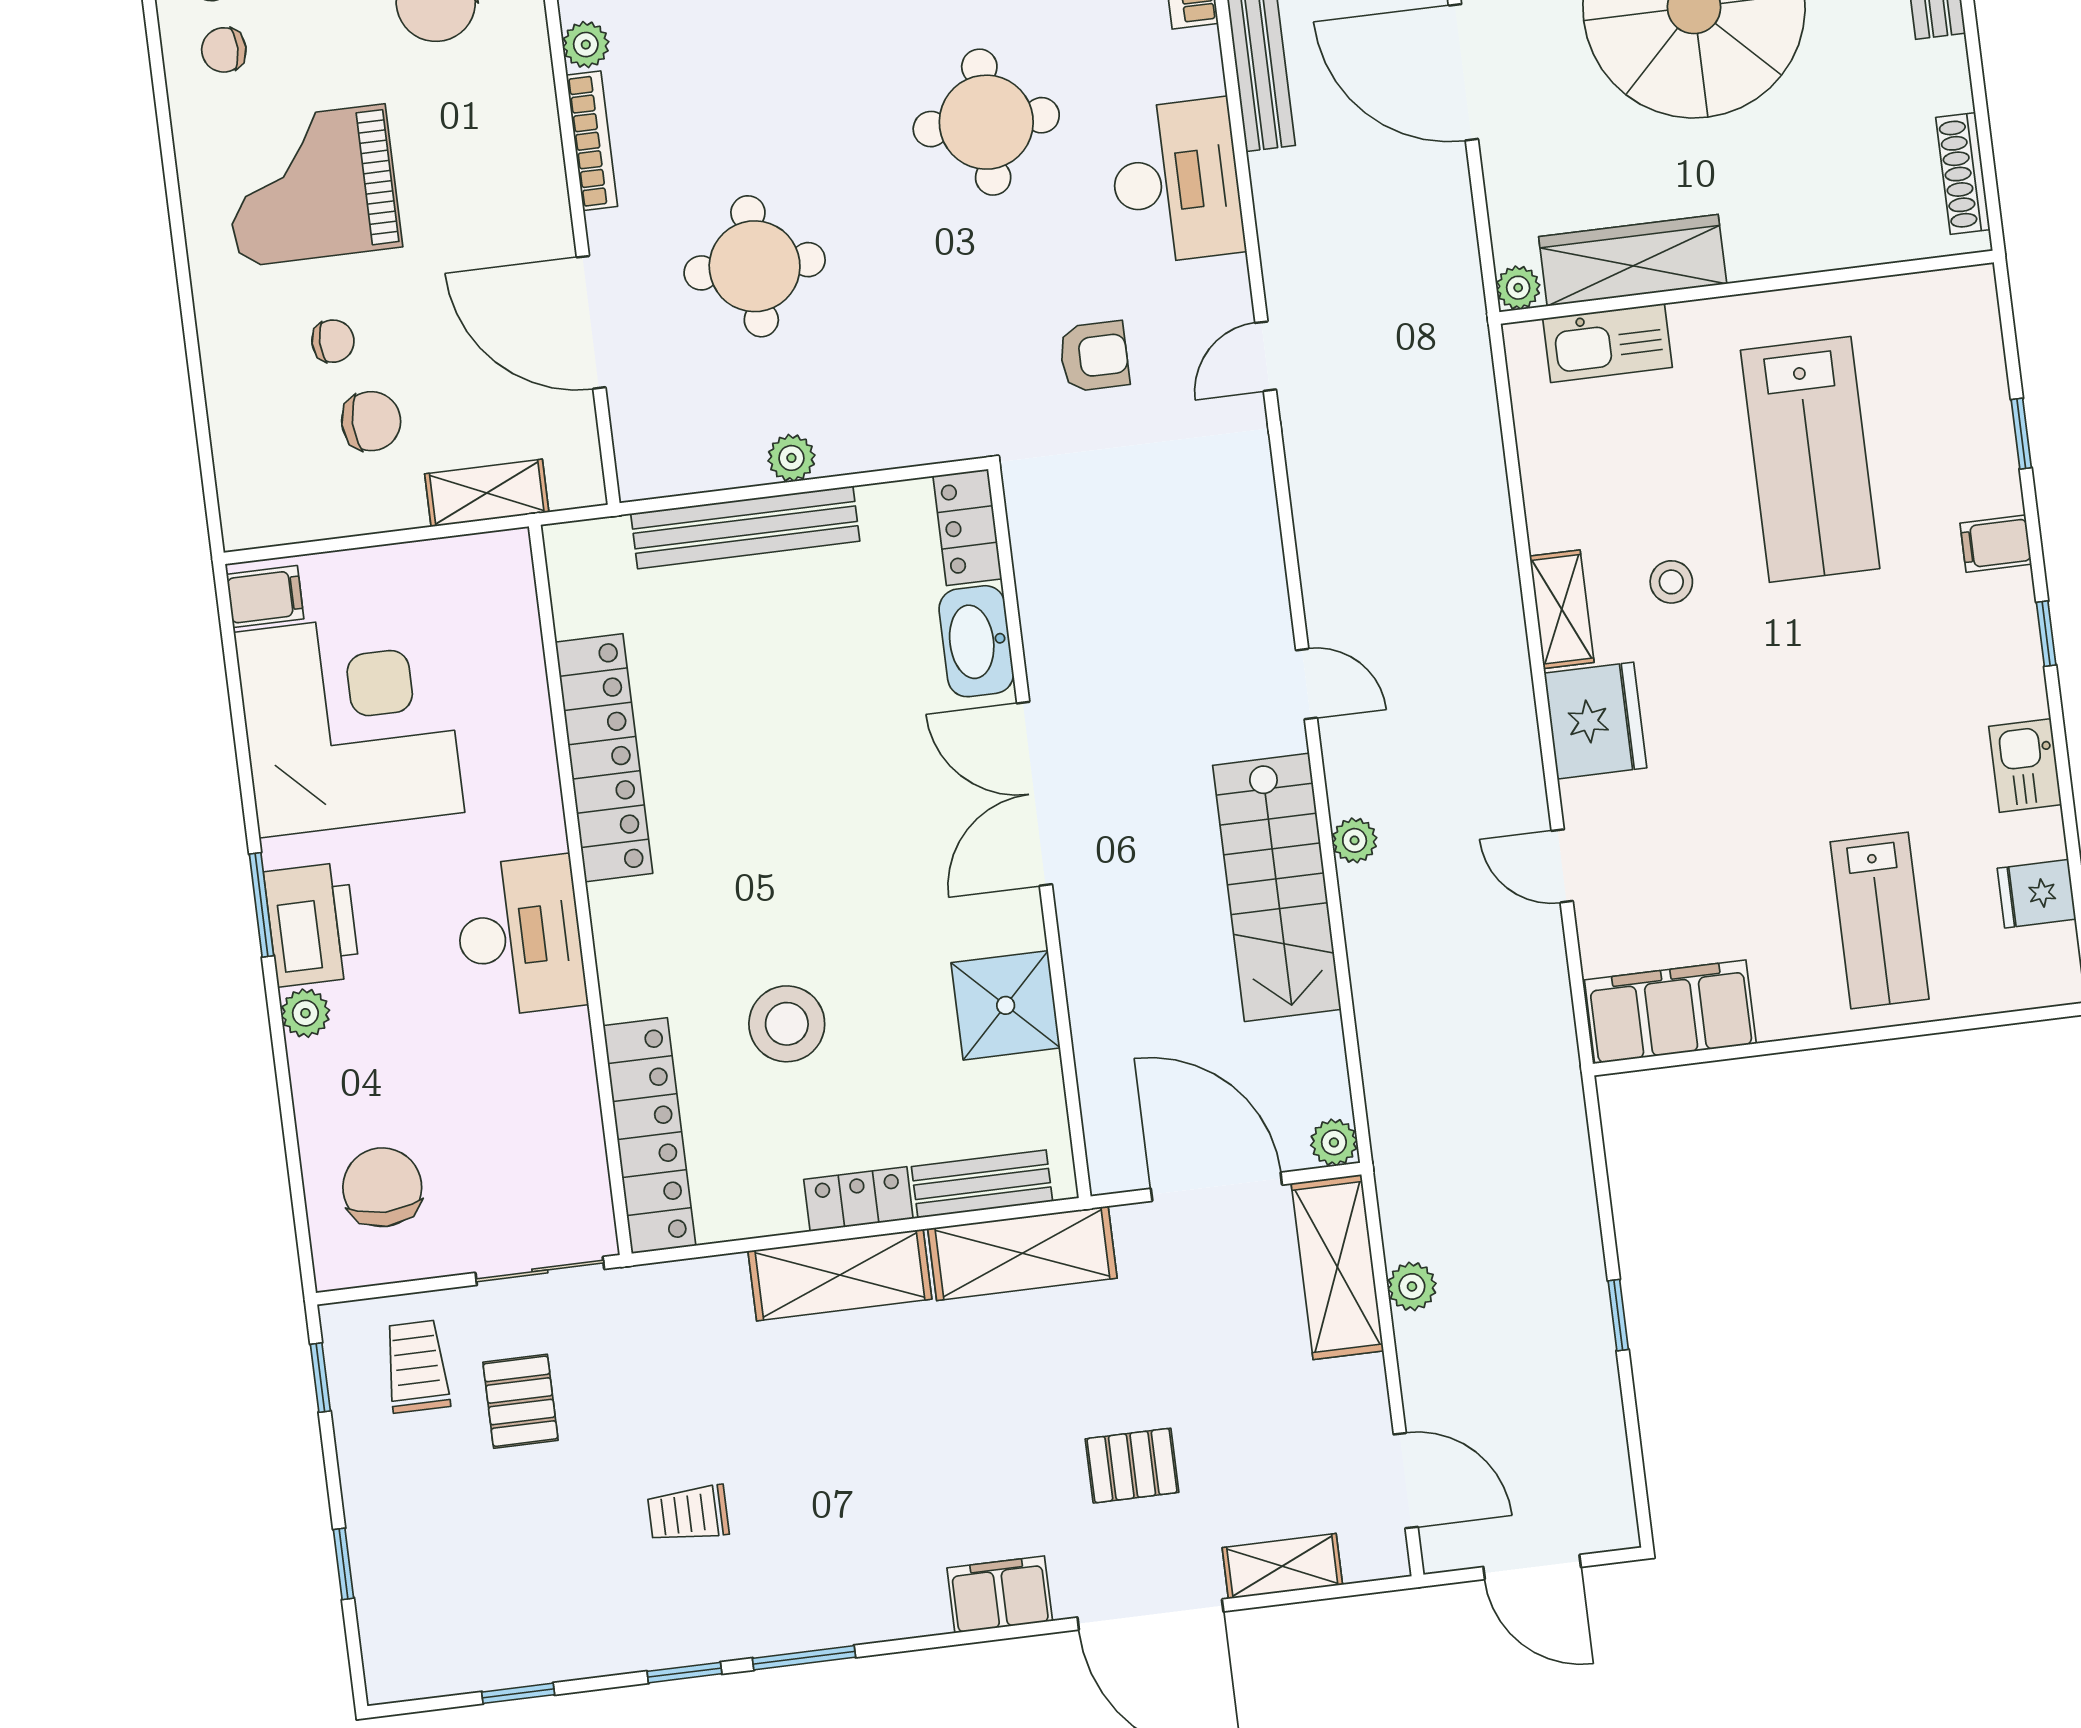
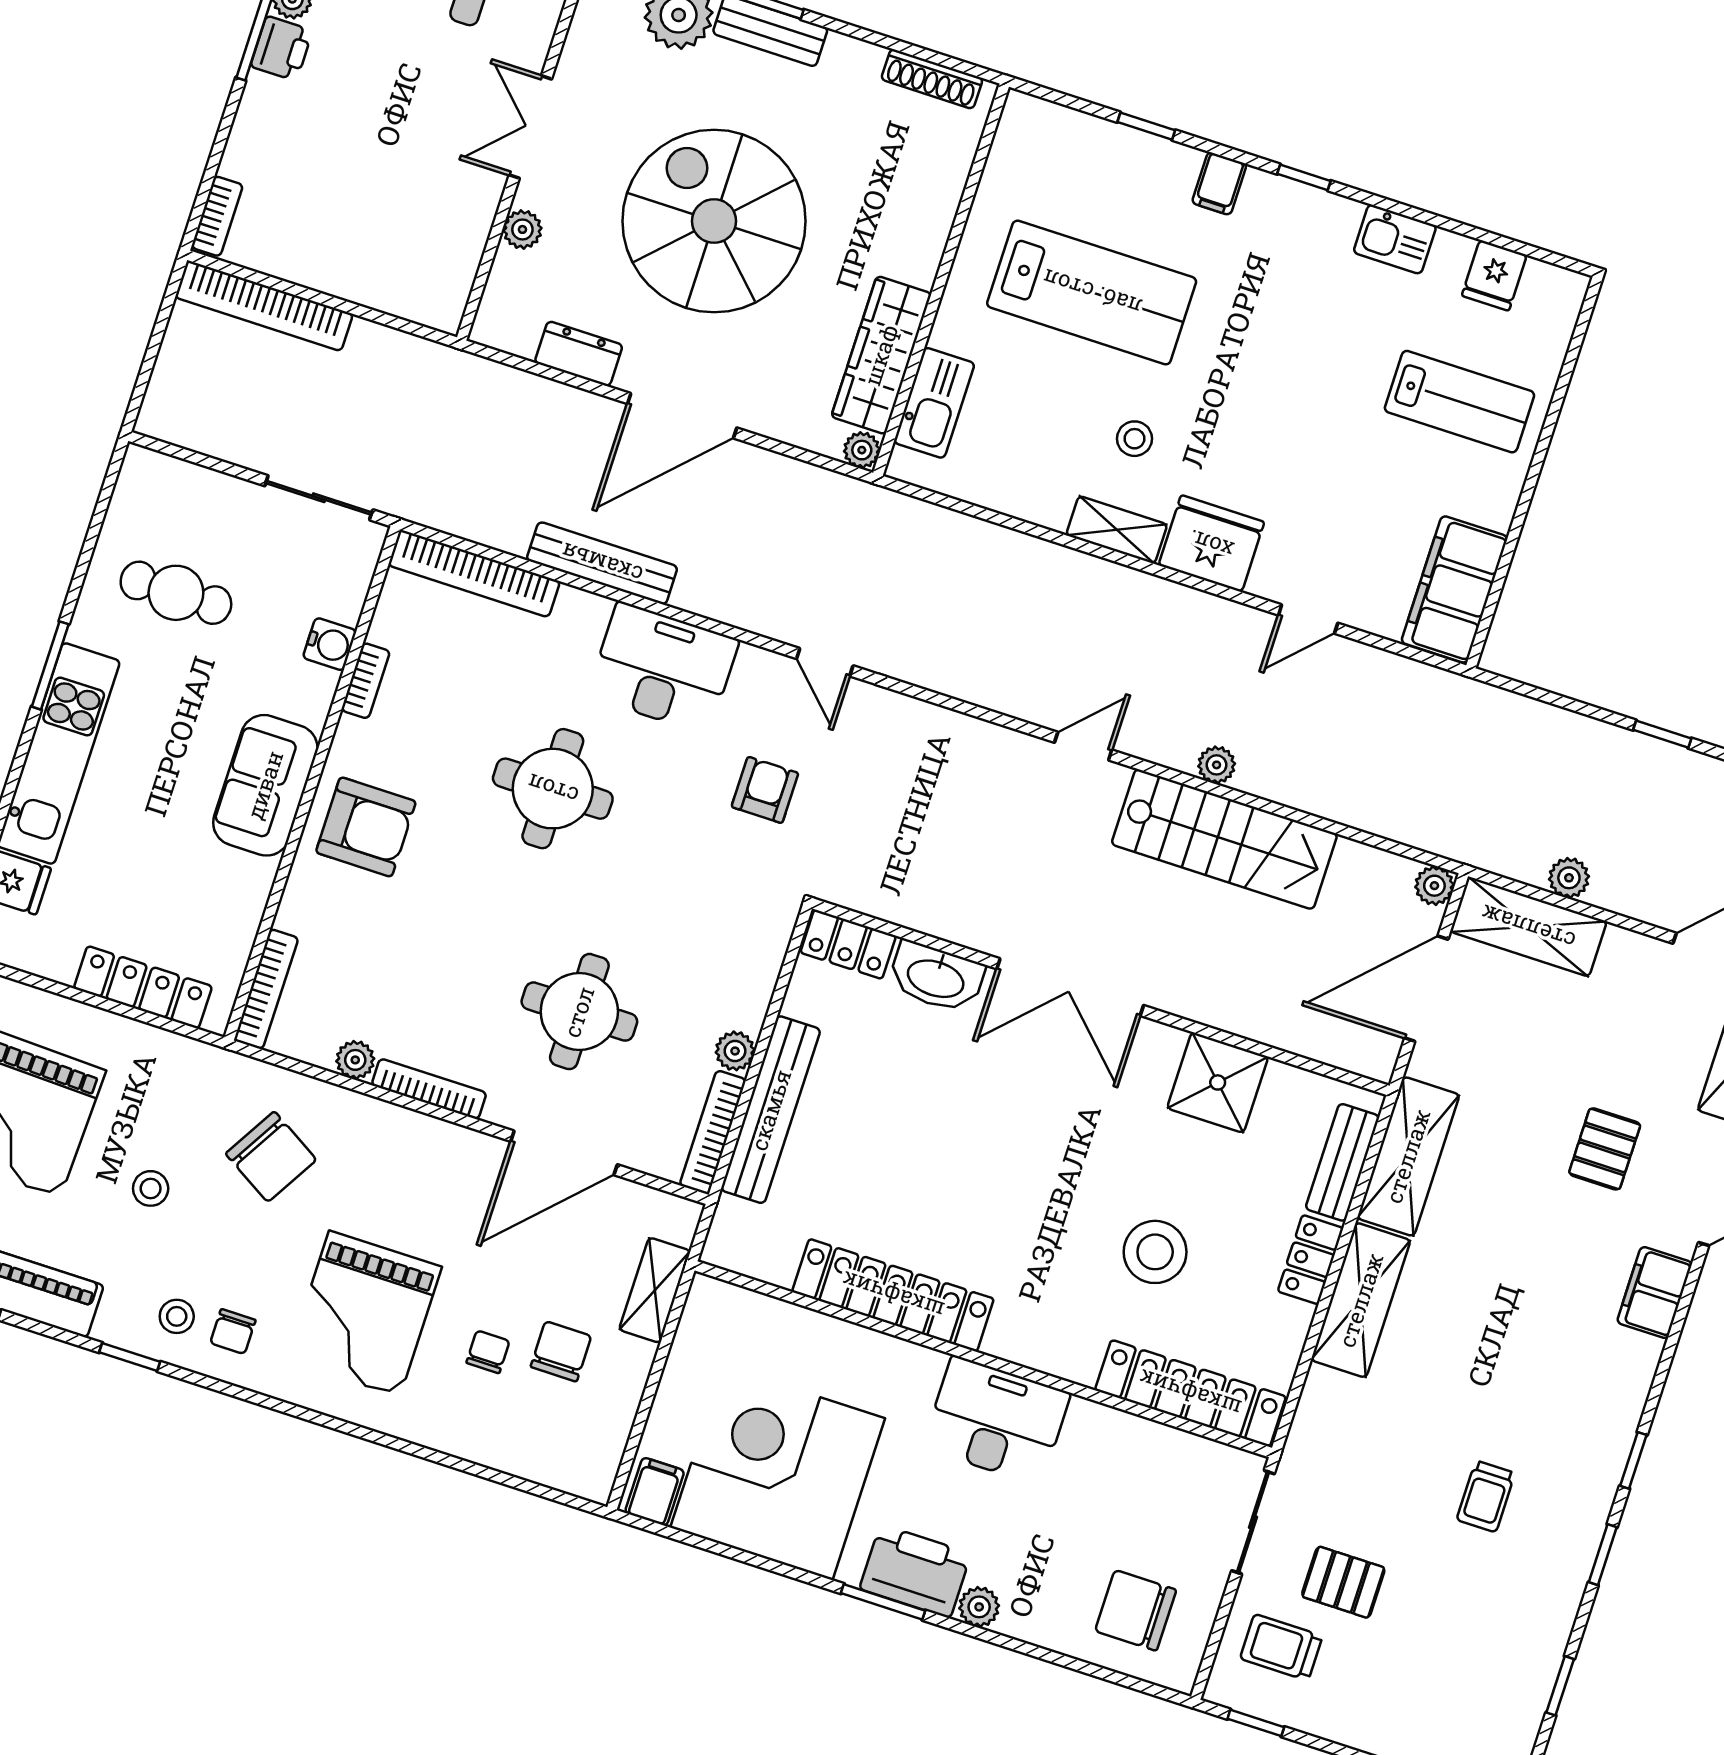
bookcase: (690, 475) -> (713, 1132), added
window: (804, 1658) -> (1633, 1460), width x0.67

